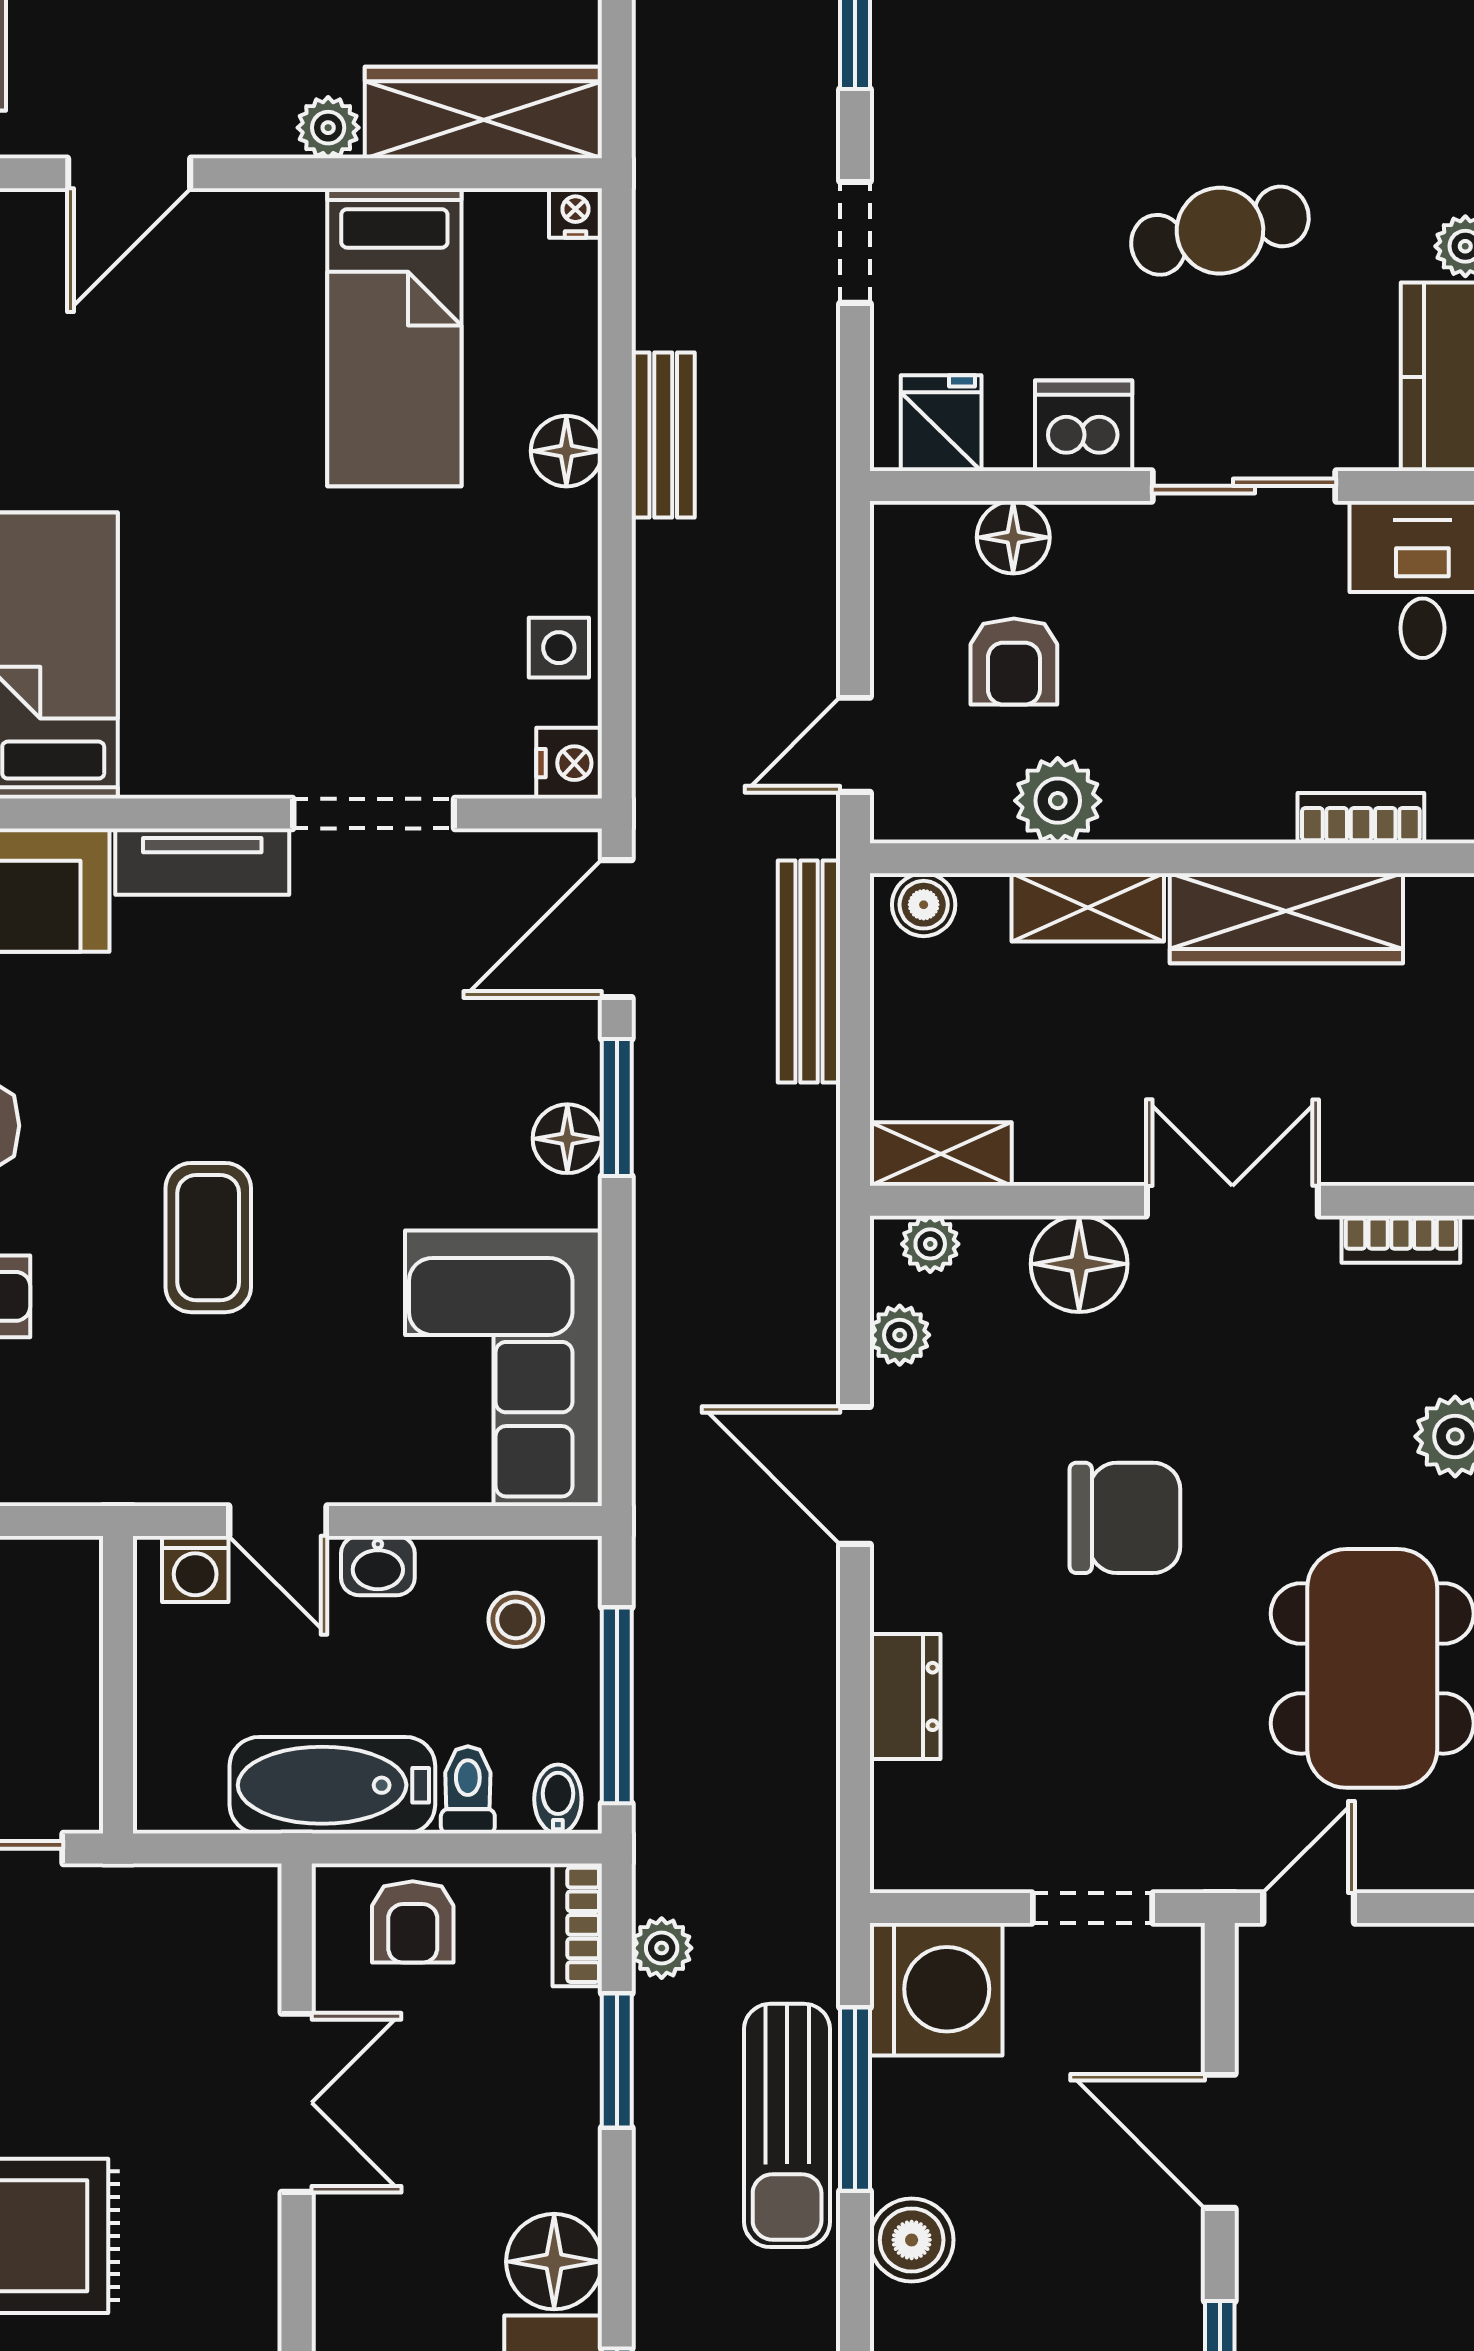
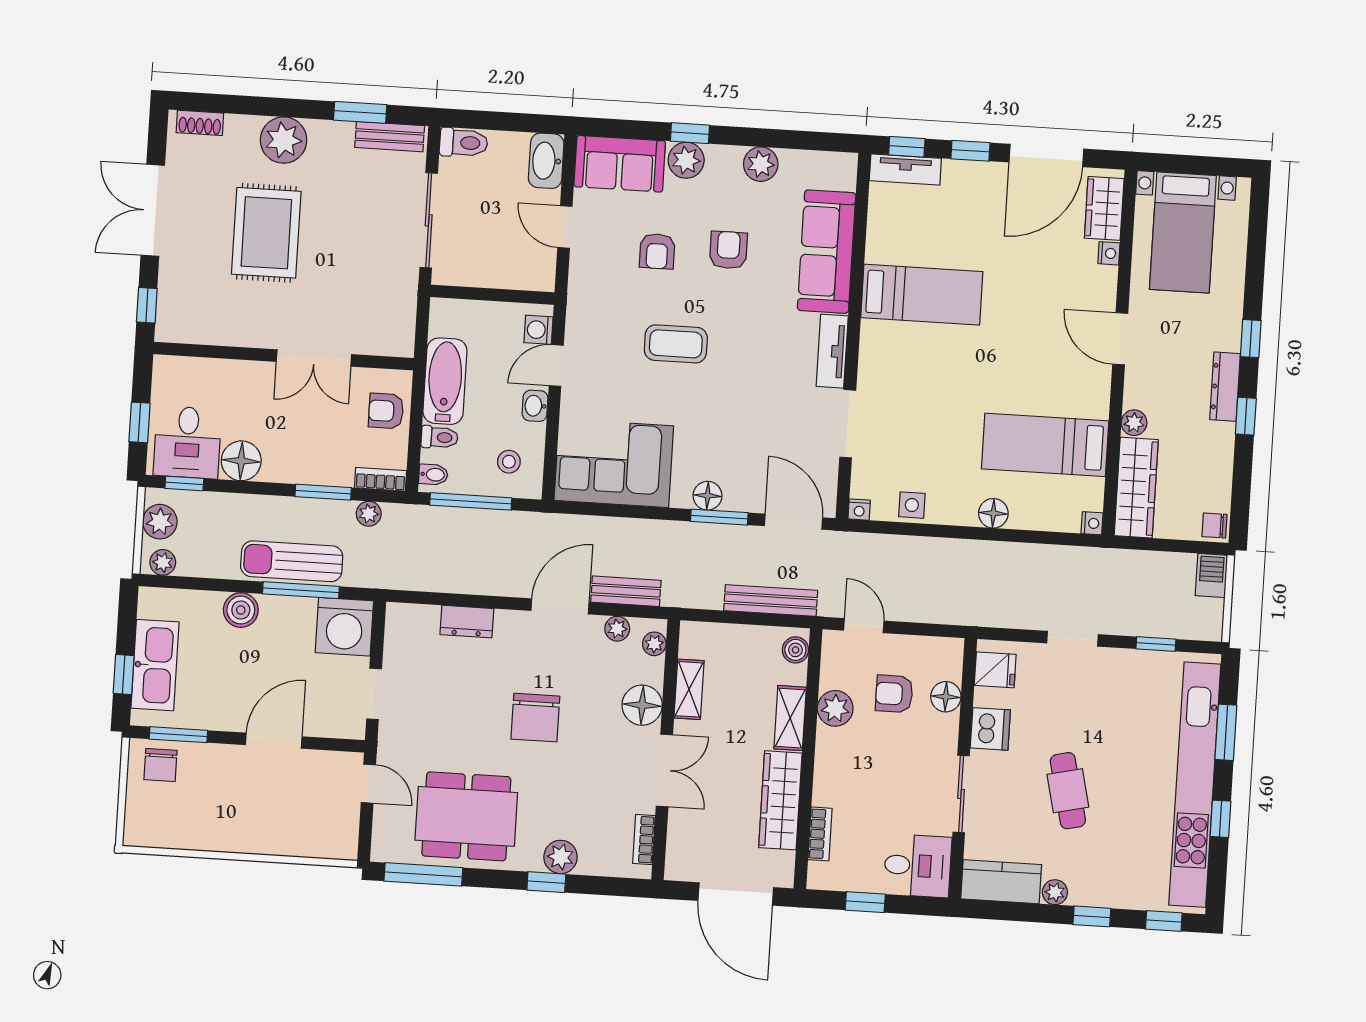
bench: (663, 435) -> (626, 591), moved
nightstand: (569, 763) -> (859, 510), width x0.72, depth x0.74
shelving: (941, 1154) -> (689, 689), moved

